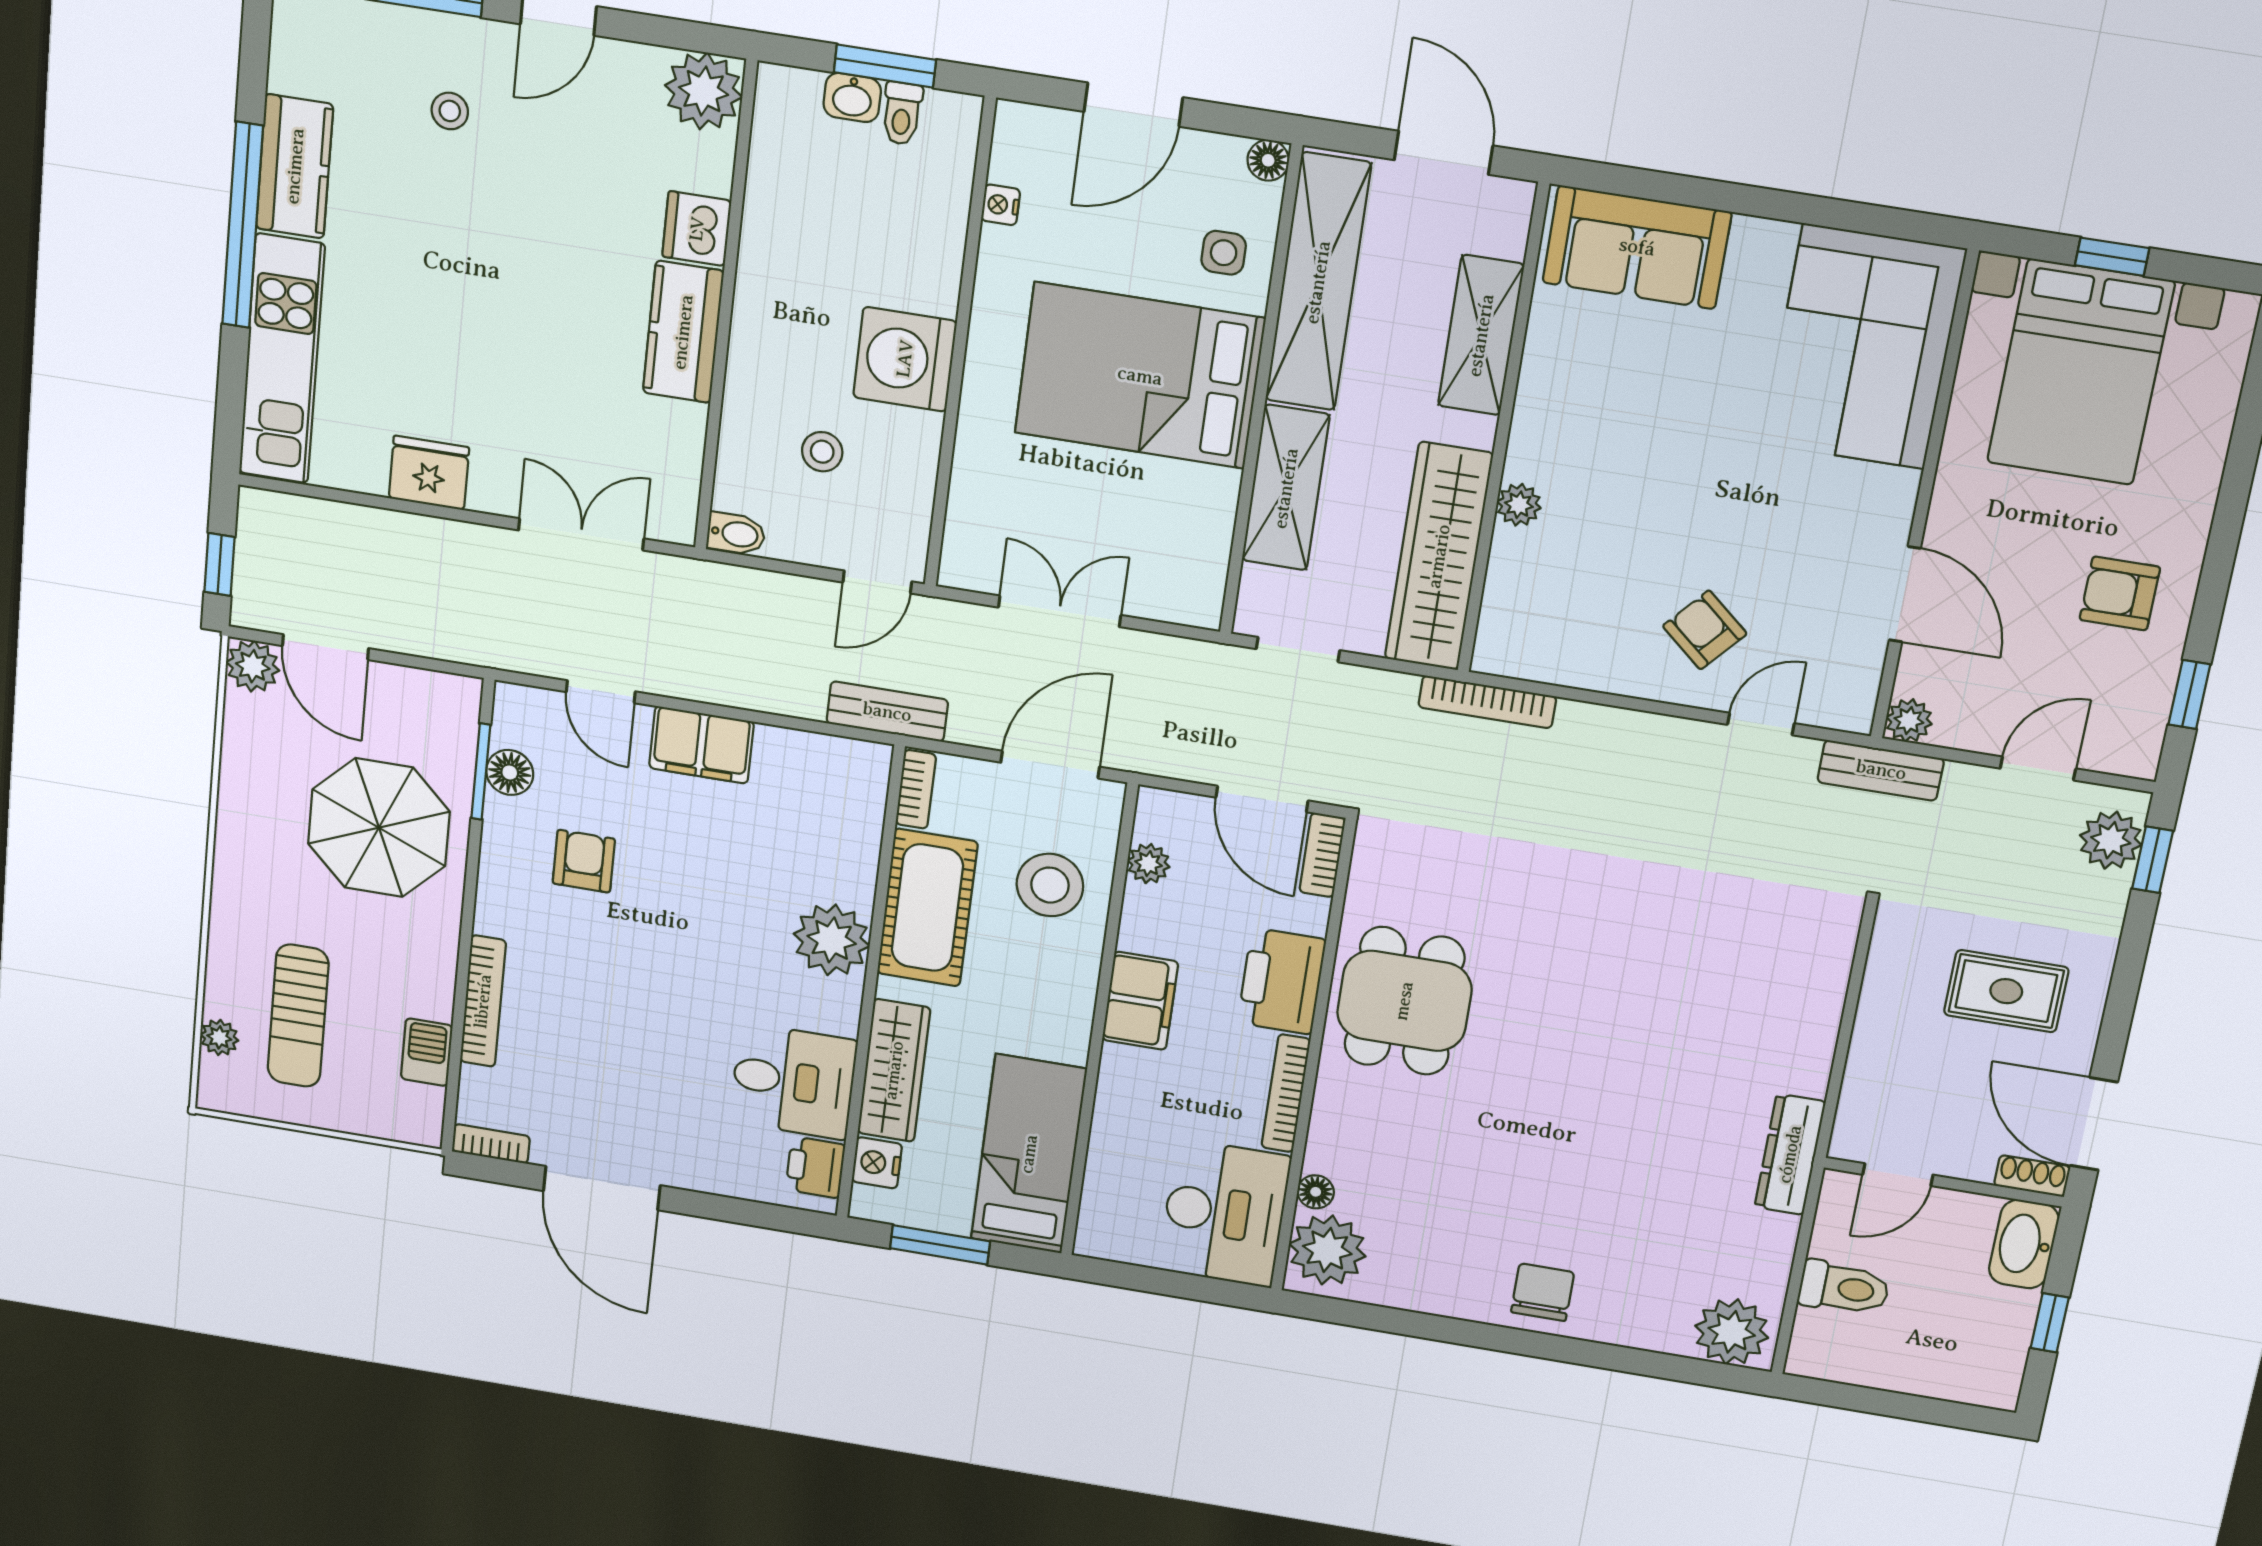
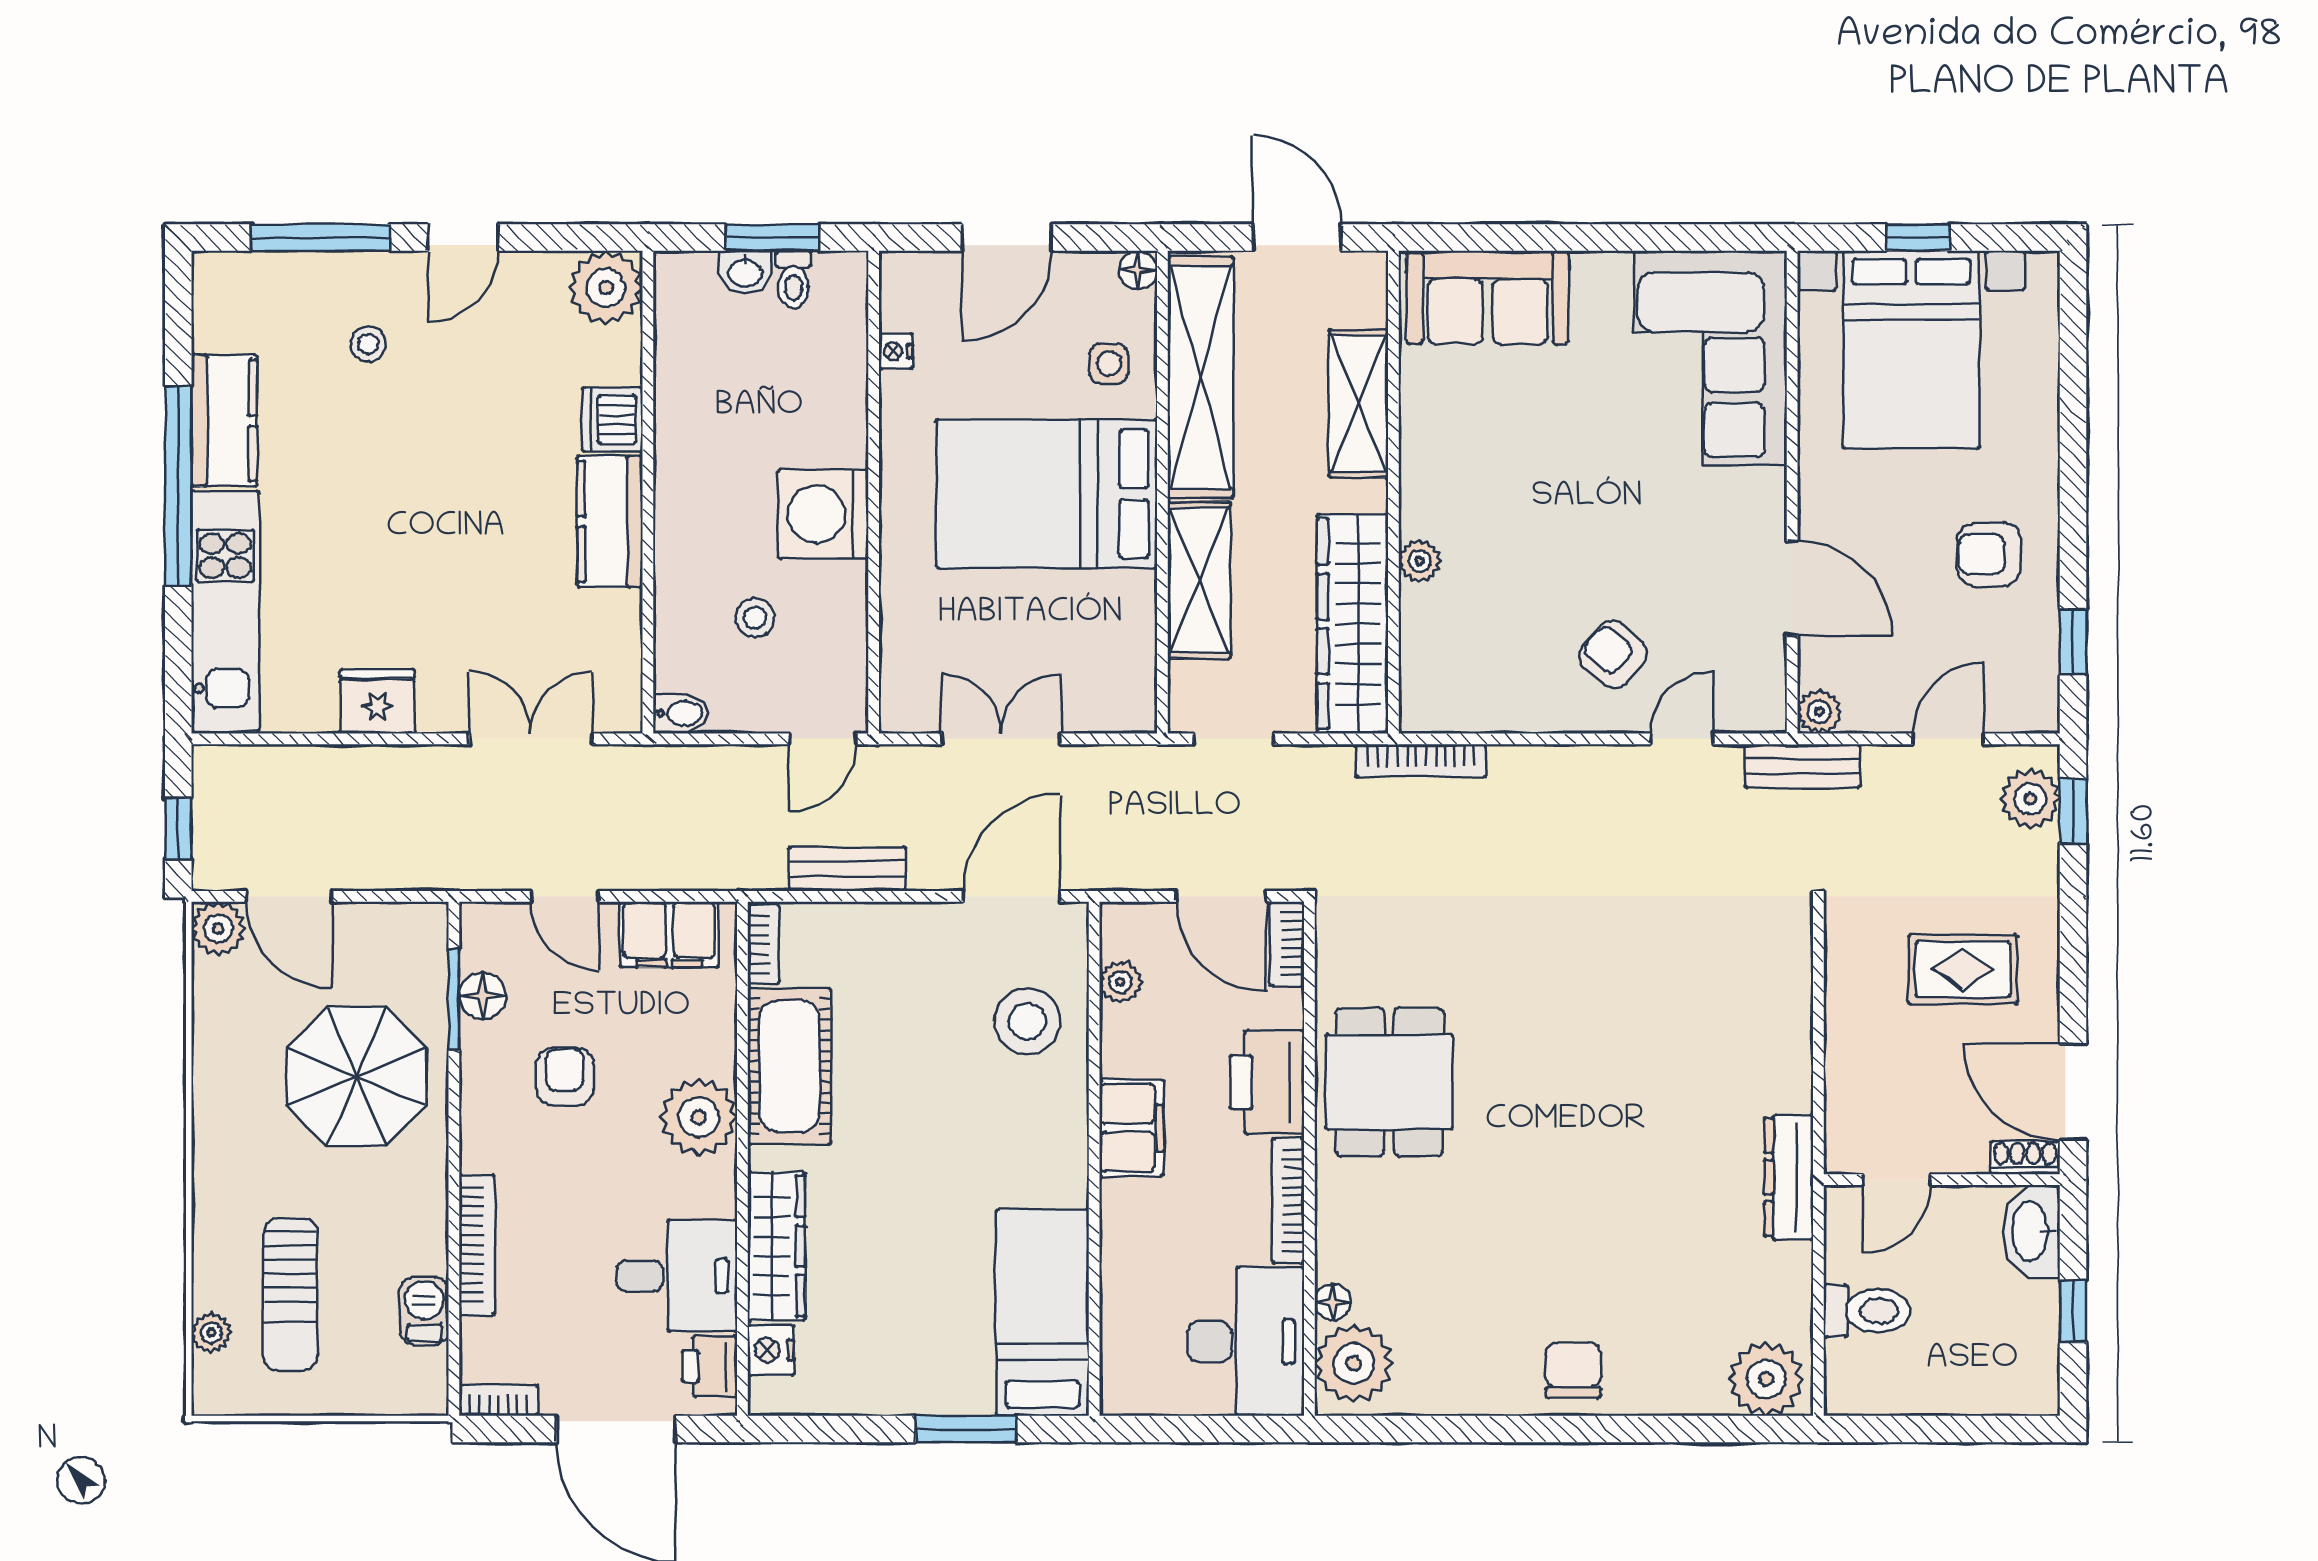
bookcase: (916, 789) -> (764, 944), moved
cot: (927, 908) -> (789, 1066), moved
plant: (832, 940) -> (699, 1117), moved
wall: (870, 985) -> (742, 1159), moved
wardrobe: (894, 1070) -> (776, 1246), moved
desk: (793, 1081) -> (677, 1276), moved
nightstand: (877, 1163) -> (771, 1350), moved
printer: (815, 1167) -> (710, 1366), moved

